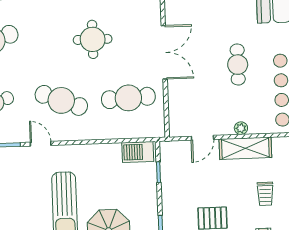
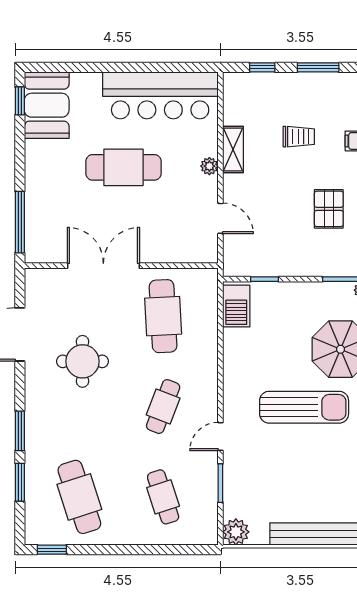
cafe table: (238, 65) -> (123, 167), width x1.37, depth x1.35
cafe table: (61, 100) -> (163, 407), width x0.73, depth x0.74
shelving: (245, 148) -> (233, 150), width x0.67, depth x0.75

